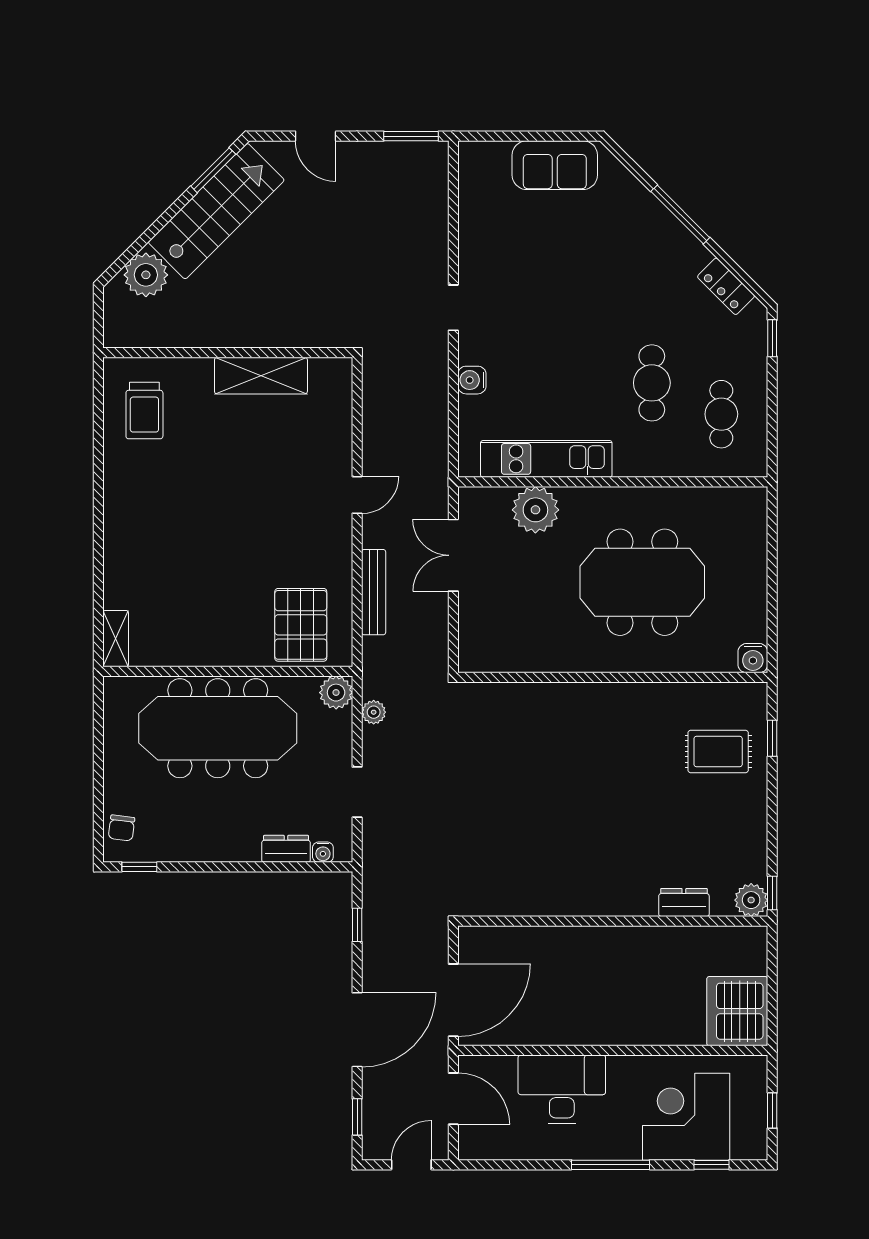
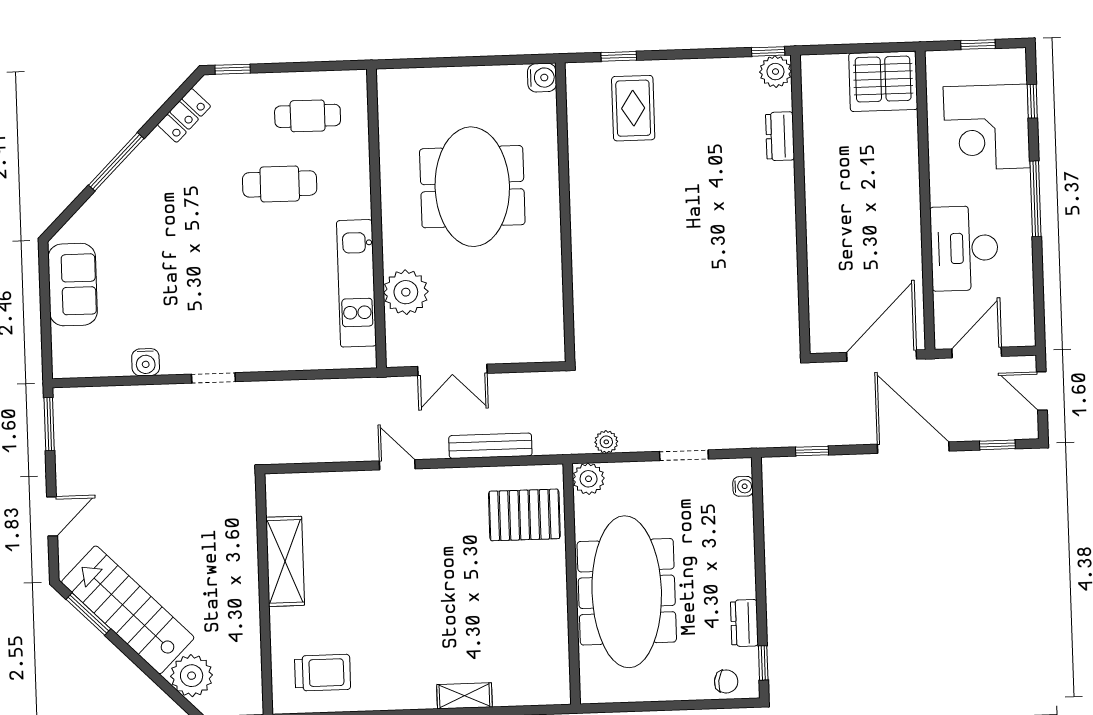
water cooler: (472, 380) -> (146, 362), moved
shelving: (116, 639) -> (464, 696), moved
dresser: (286, 849) -> (744, 623), moved
door: (453, 1000) -> (882, 356), hinge flipped

